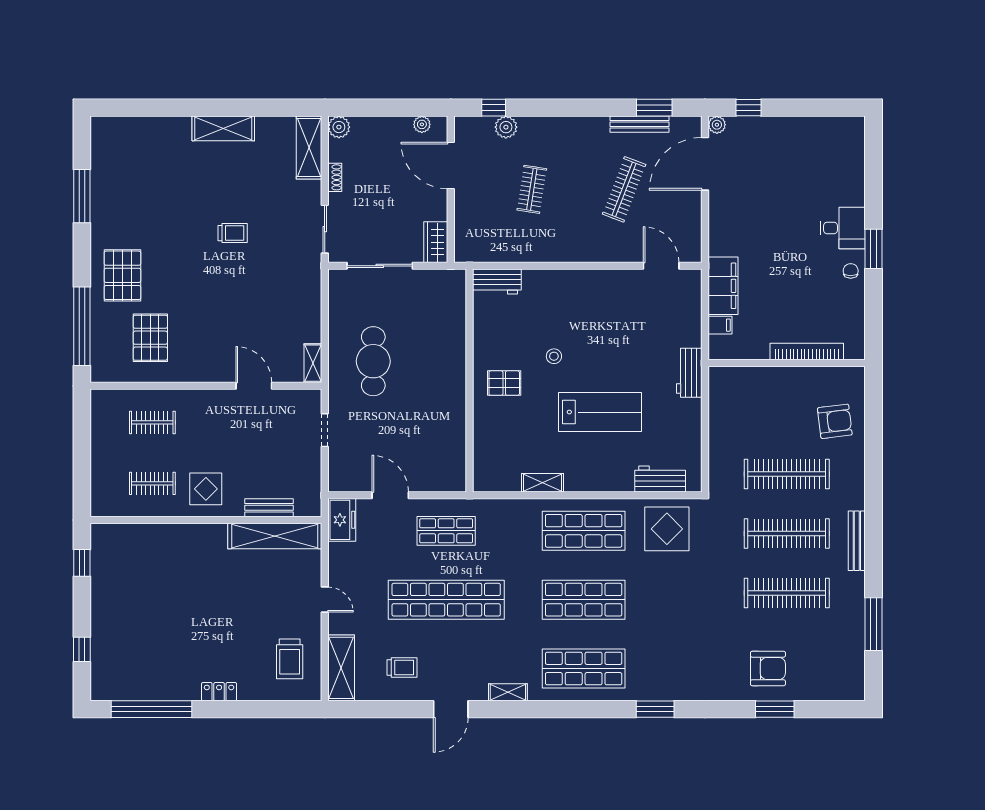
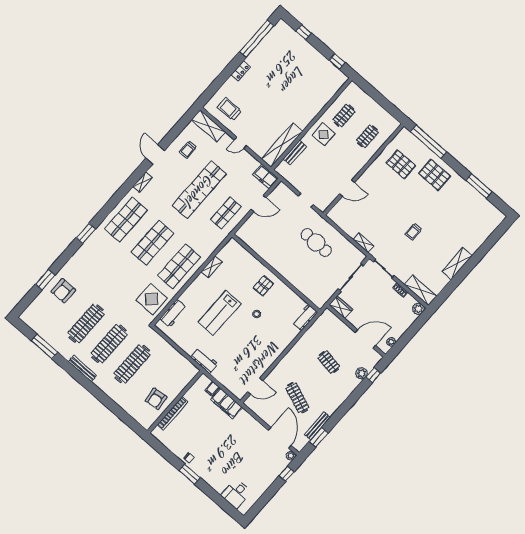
desk: (843, 228) -> (236, 494), moved
shelving: (313, 363) -> (363, 243), moved
armchair: (835, 421) -> (156, 399), moved

